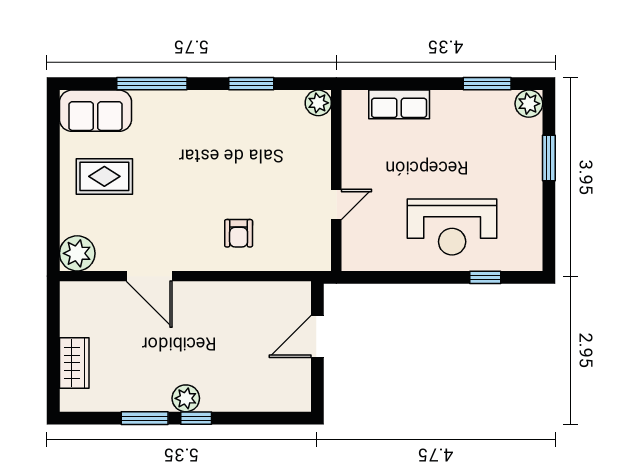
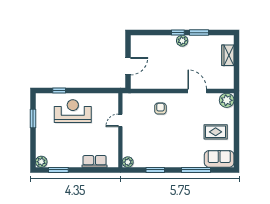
window: (549, 158) -> (33, 118), moved

